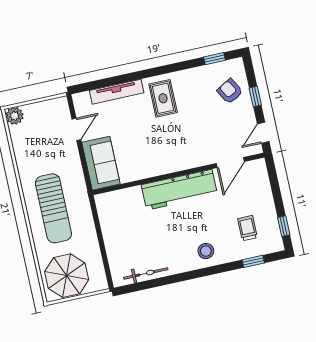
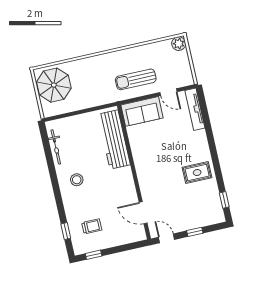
armchair: (230, 91) -> (199, 212), removed
tv unit: (117, 92) -> (195, 109), moved
rug: (163, 98) -> (197, 172), moved
workbench: (179, 190) -> (114, 139), moved
sun lounger: (53, 208) -> (136, 79), moved, width x0.73, depth x0.75
stool: (206, 251) -> (77, 180), moved

